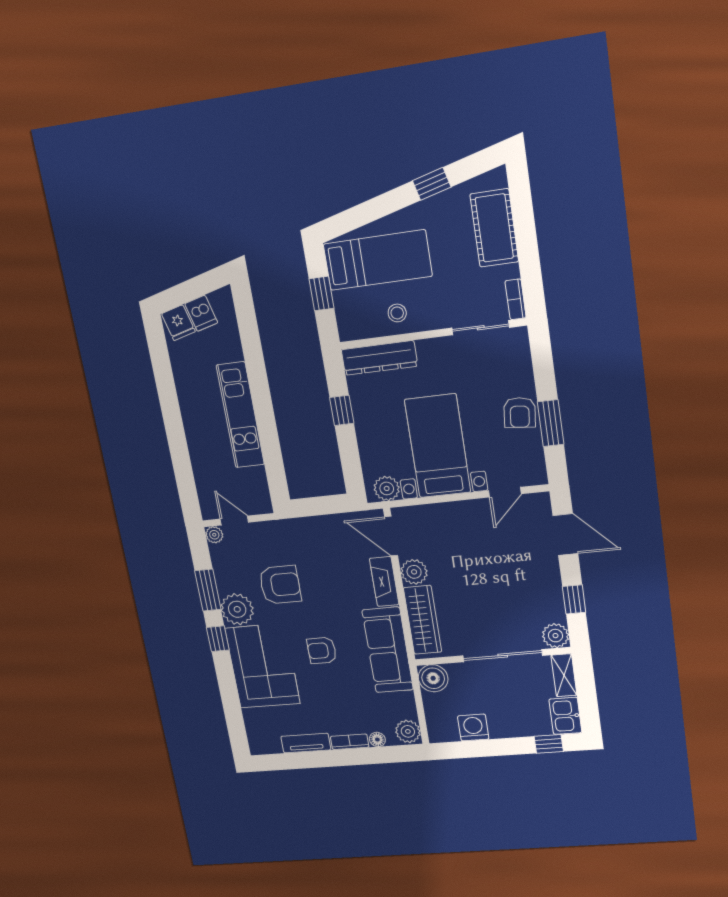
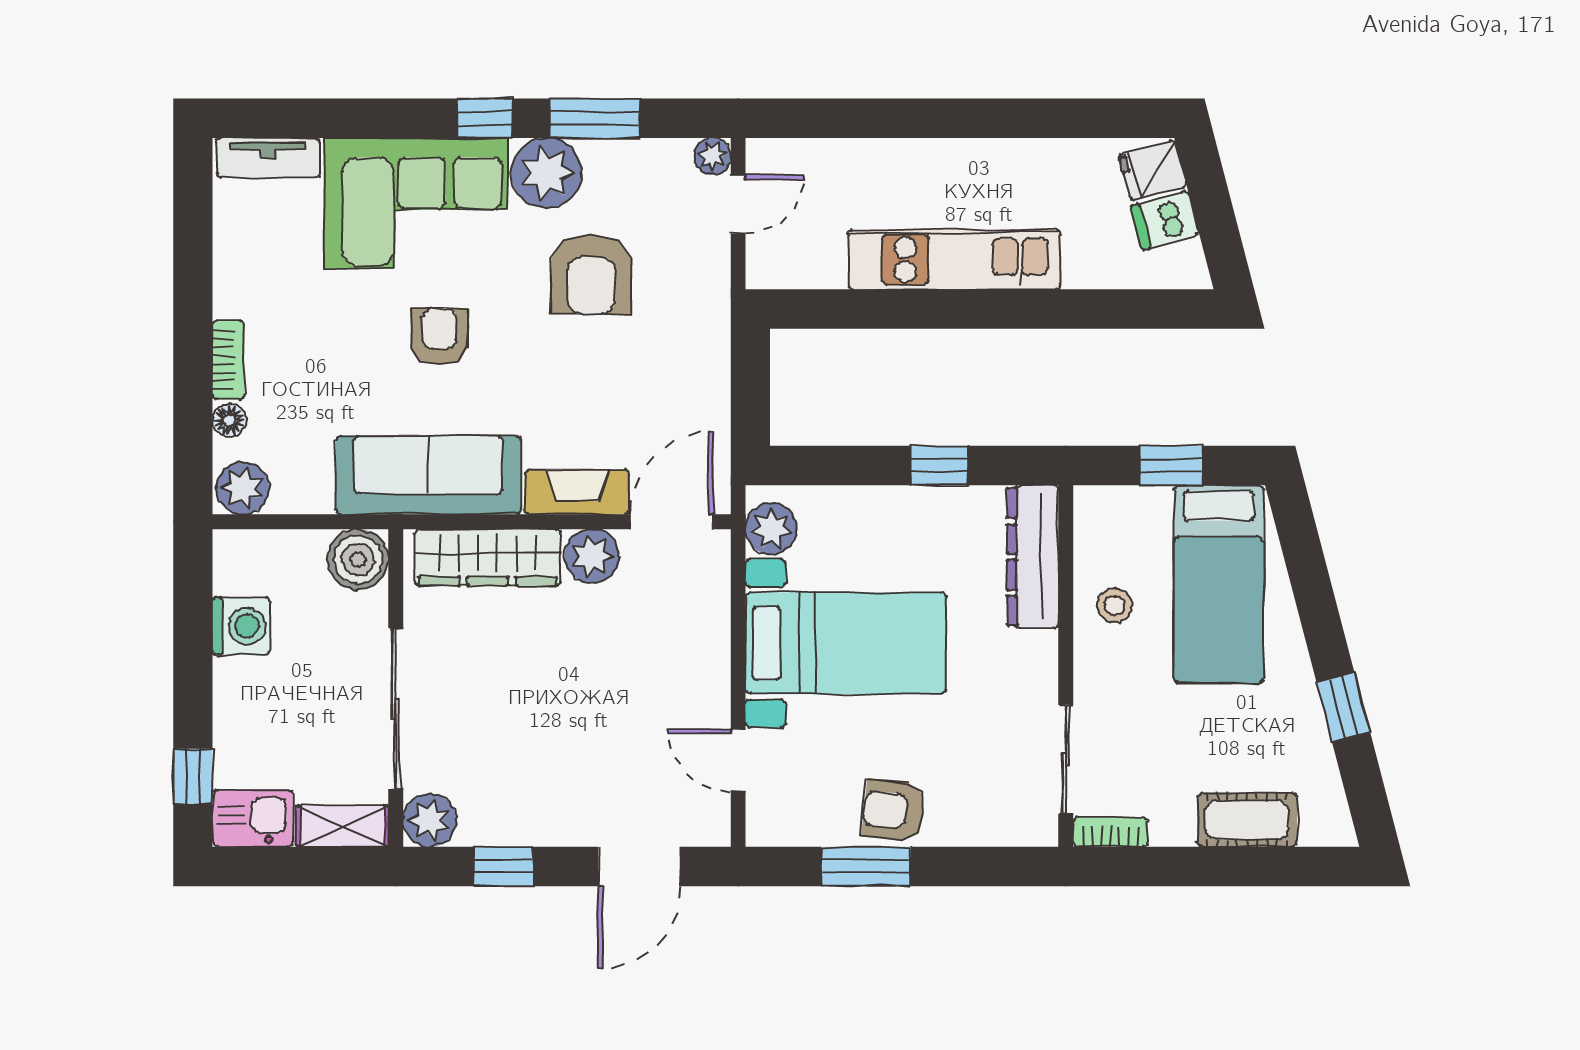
cot: (494, 228) -> (1247, 820), width x0.73, depth x0.75
tv unit: (306, 743) -> (268, 158), moved, turned 90

